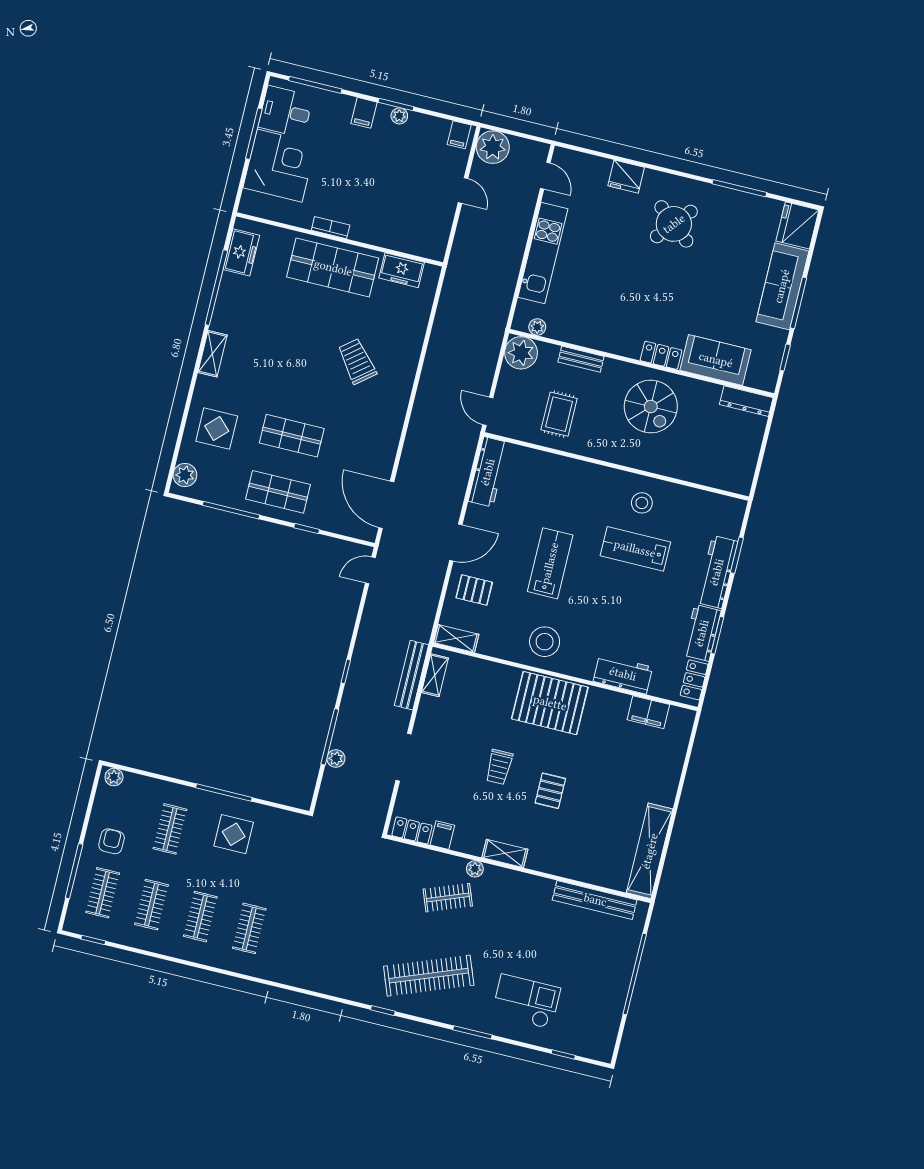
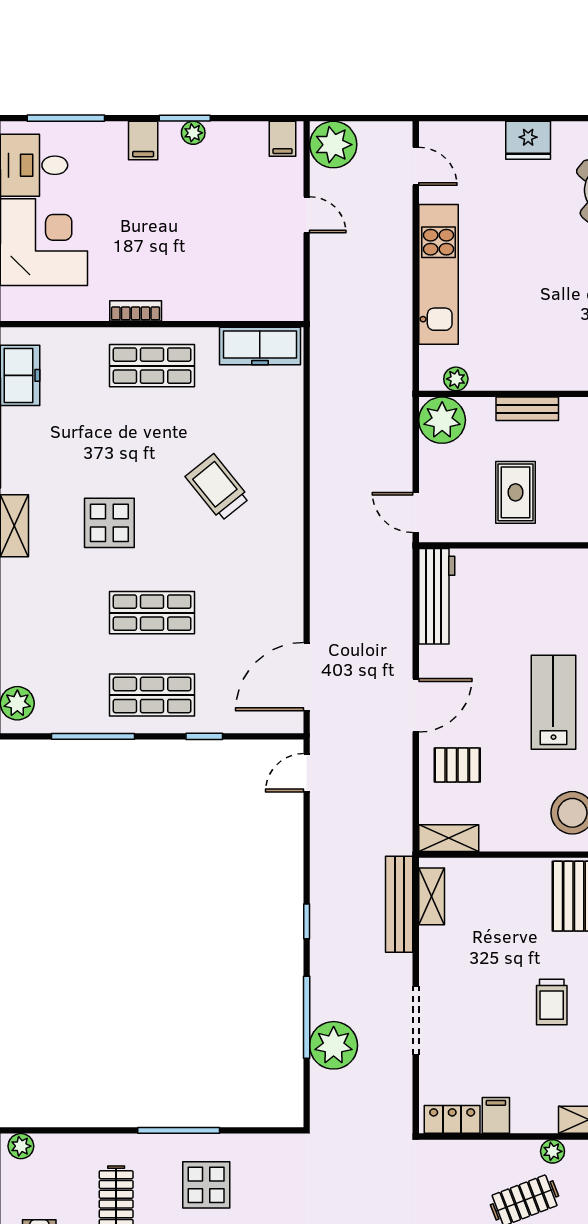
shop shelf: (333, 268) -> (152, 366), width x0.70, depth x0.74
freezer: (402, 270) -> (260, 346), width x1.40
display table: (217, 429) -> (109, 523), moved
door: (386, 505) -> (307, 677), hinge flipped
plant: (336, 759) -> (334, 1045), width x1.87, depth x1.87

